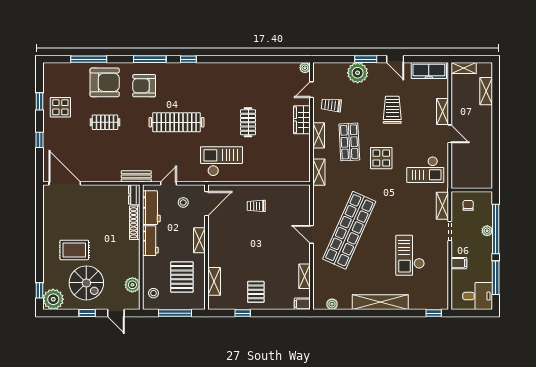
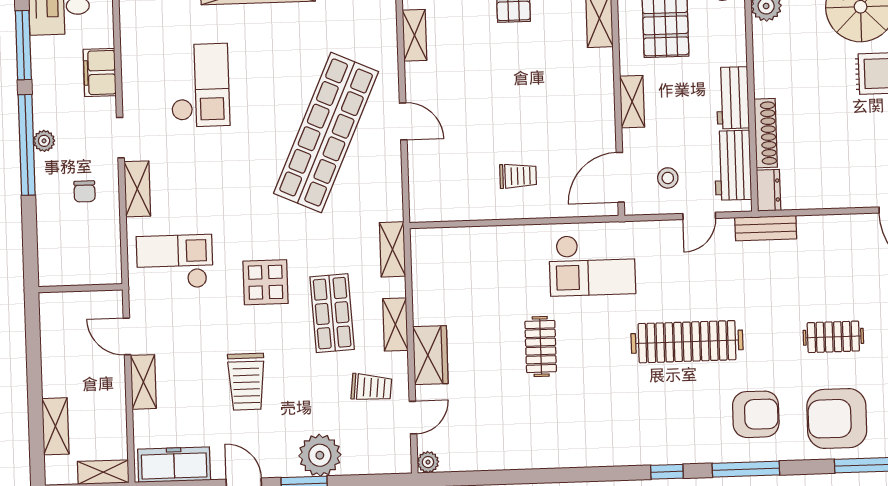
wall: (472, 190) -> (80, 288), moved
filing cabinet: (459, 263) -> (100, 73), width x2.00

